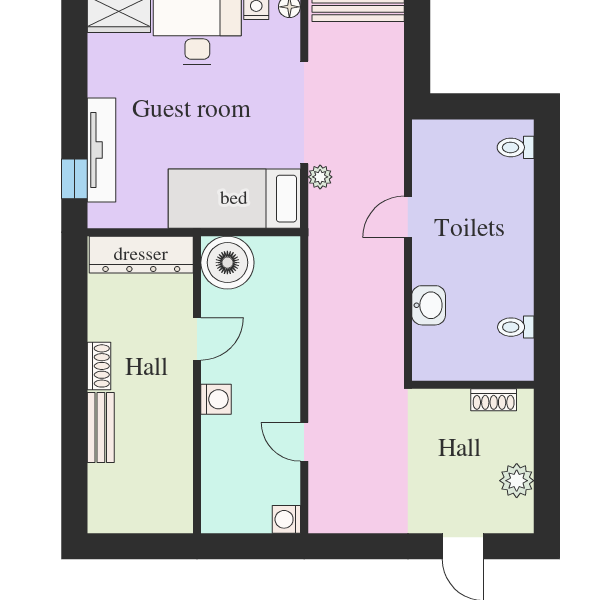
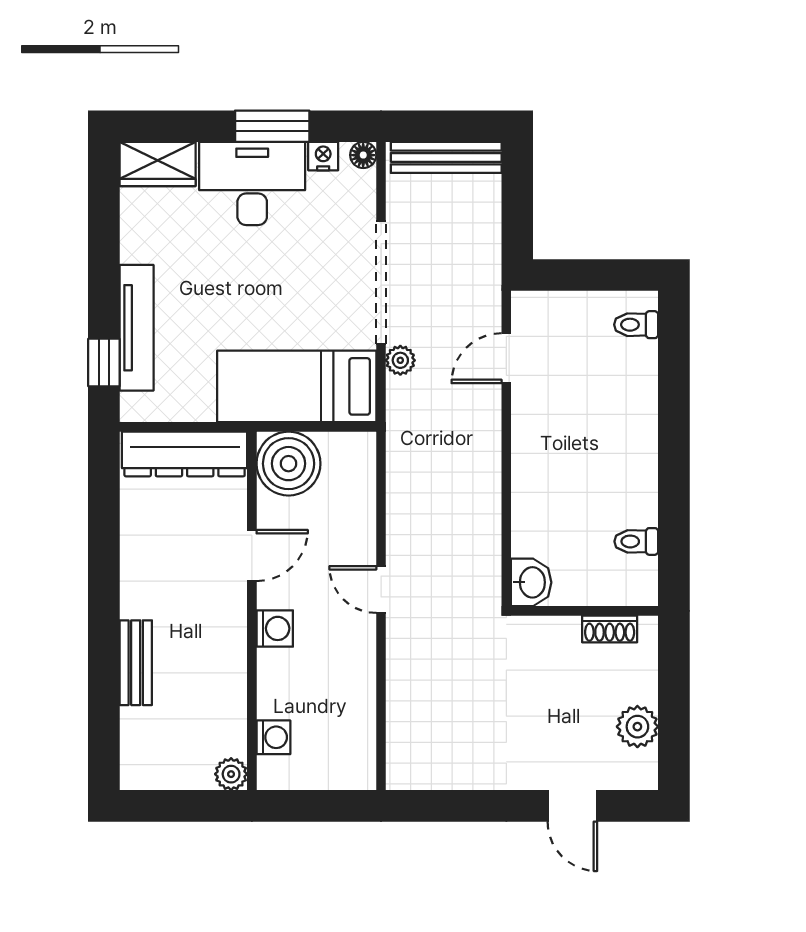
door: (408, 217) -> (506, 358), moved
washbasin: (429, 305) -> (531, 582), moved
shoe rack: (99, 366) -> (134, 588), removed
door: (304, 442) -> (381, 590), moved
washing machine: (286, 519) -> (273, 737), moved, turned 180
plant: (180, 520) -> (231, 774), added

